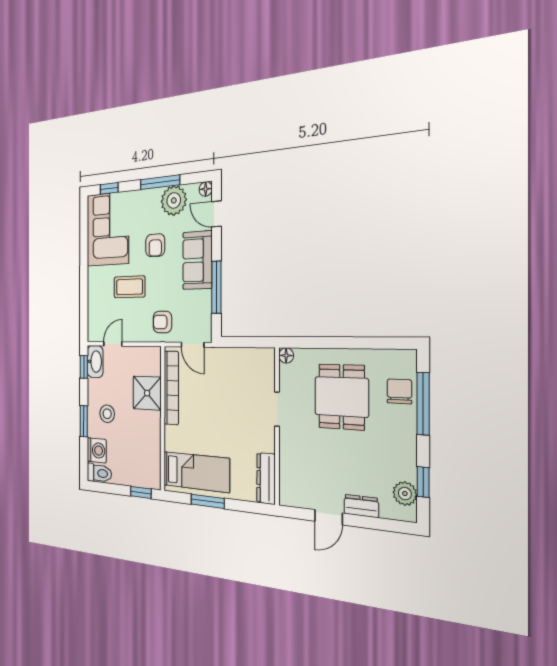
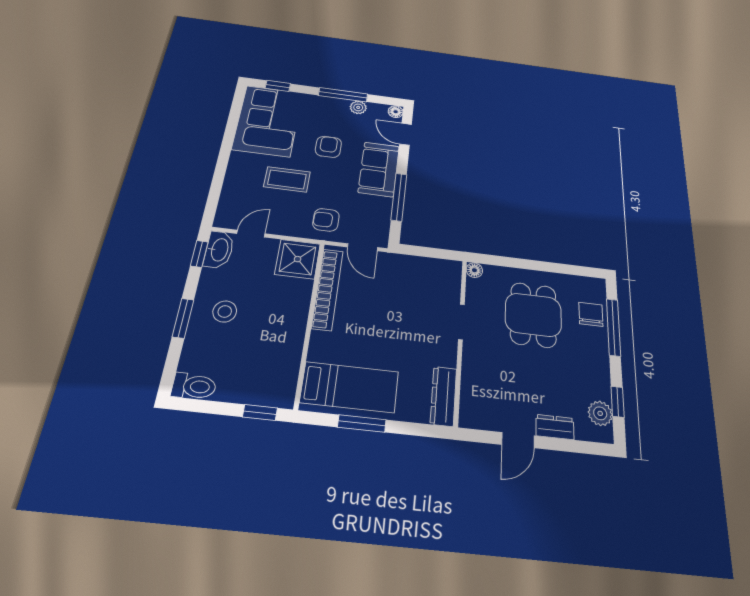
plant: (174, 200) -> (358, 107), width x0.53, depth x0.53
armchair: (155, 245) -> (328, 147), turned 180
shower: (147, 393) -> (298, 259), moved
washing machine: (97, 450) -> (197, 356), removed

